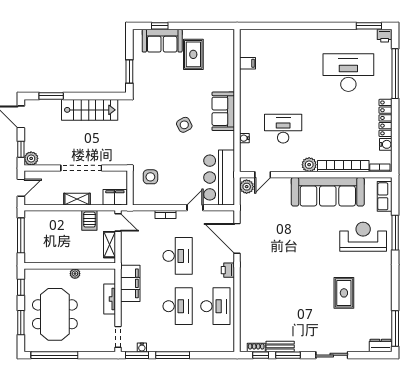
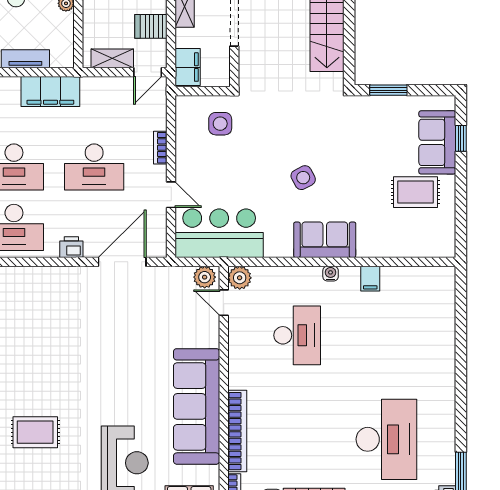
filing cabinet: (248, 63) -> (370, 279), moved
water cooler: (244, 138) -> (331, 274), moved
plant: (309, 165) -> (240, 278), moved

